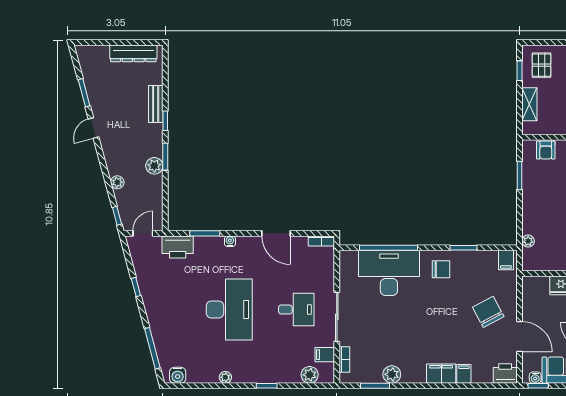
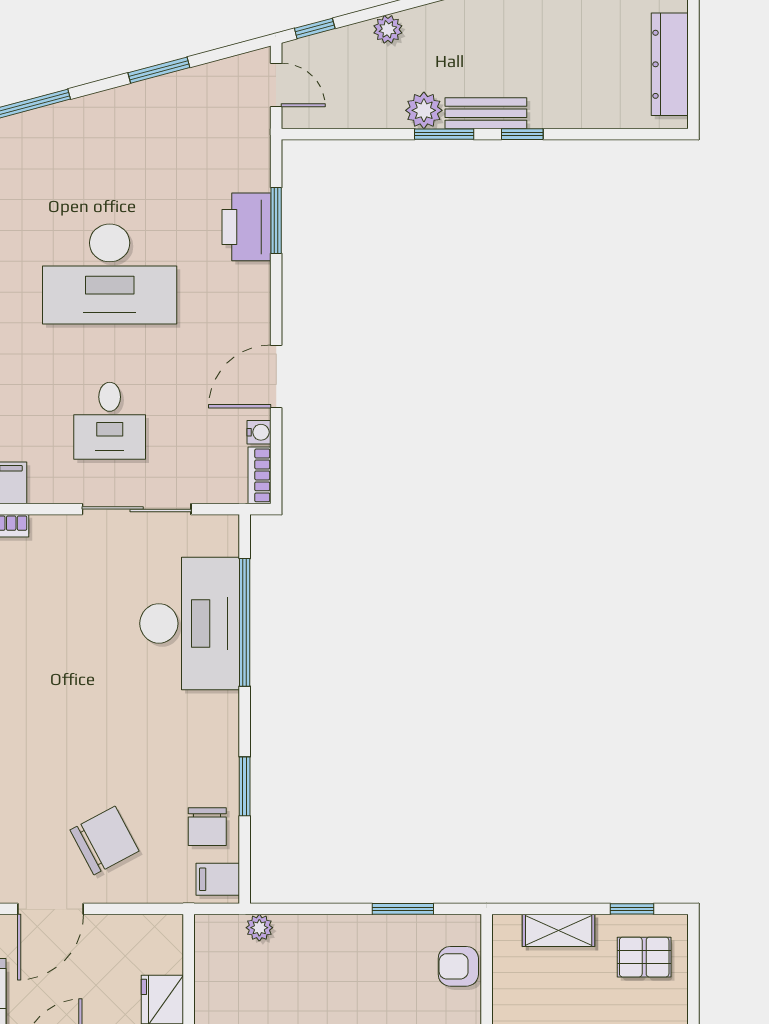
bench: (156, 104) -> (486, 113), moved
water cooler: (230, 241) -> (259, 432), moved
printer: (178, 247) -> (246, 227), moved
chair: (441, 269) -> (207, 827), moved
window: (136, 287) -> (159, 70), width x1.50
sliding door: (337, 317) -> (137, 509), moved

